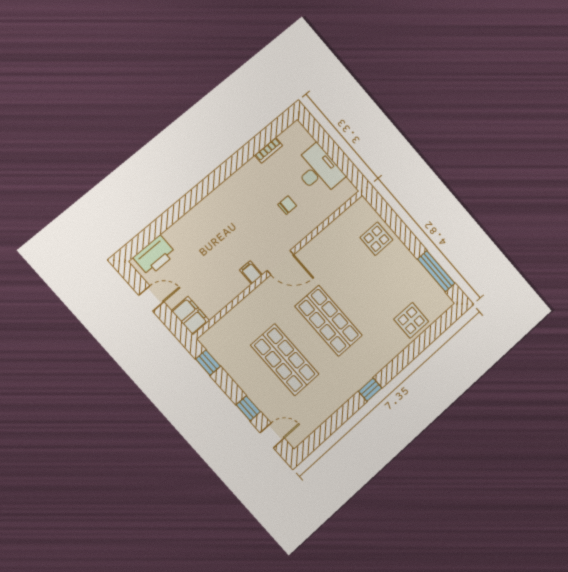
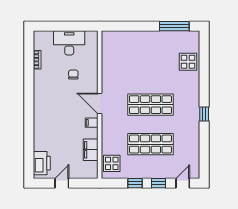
display table: (376, 239) -> (112, 163), moved
door: (280, 263) -> (100, 103), swing flipped
filing cabinet: (190, 316) -> (91, 150), moved, turned -90
window: (208, 363) -> (135, 183), moved

